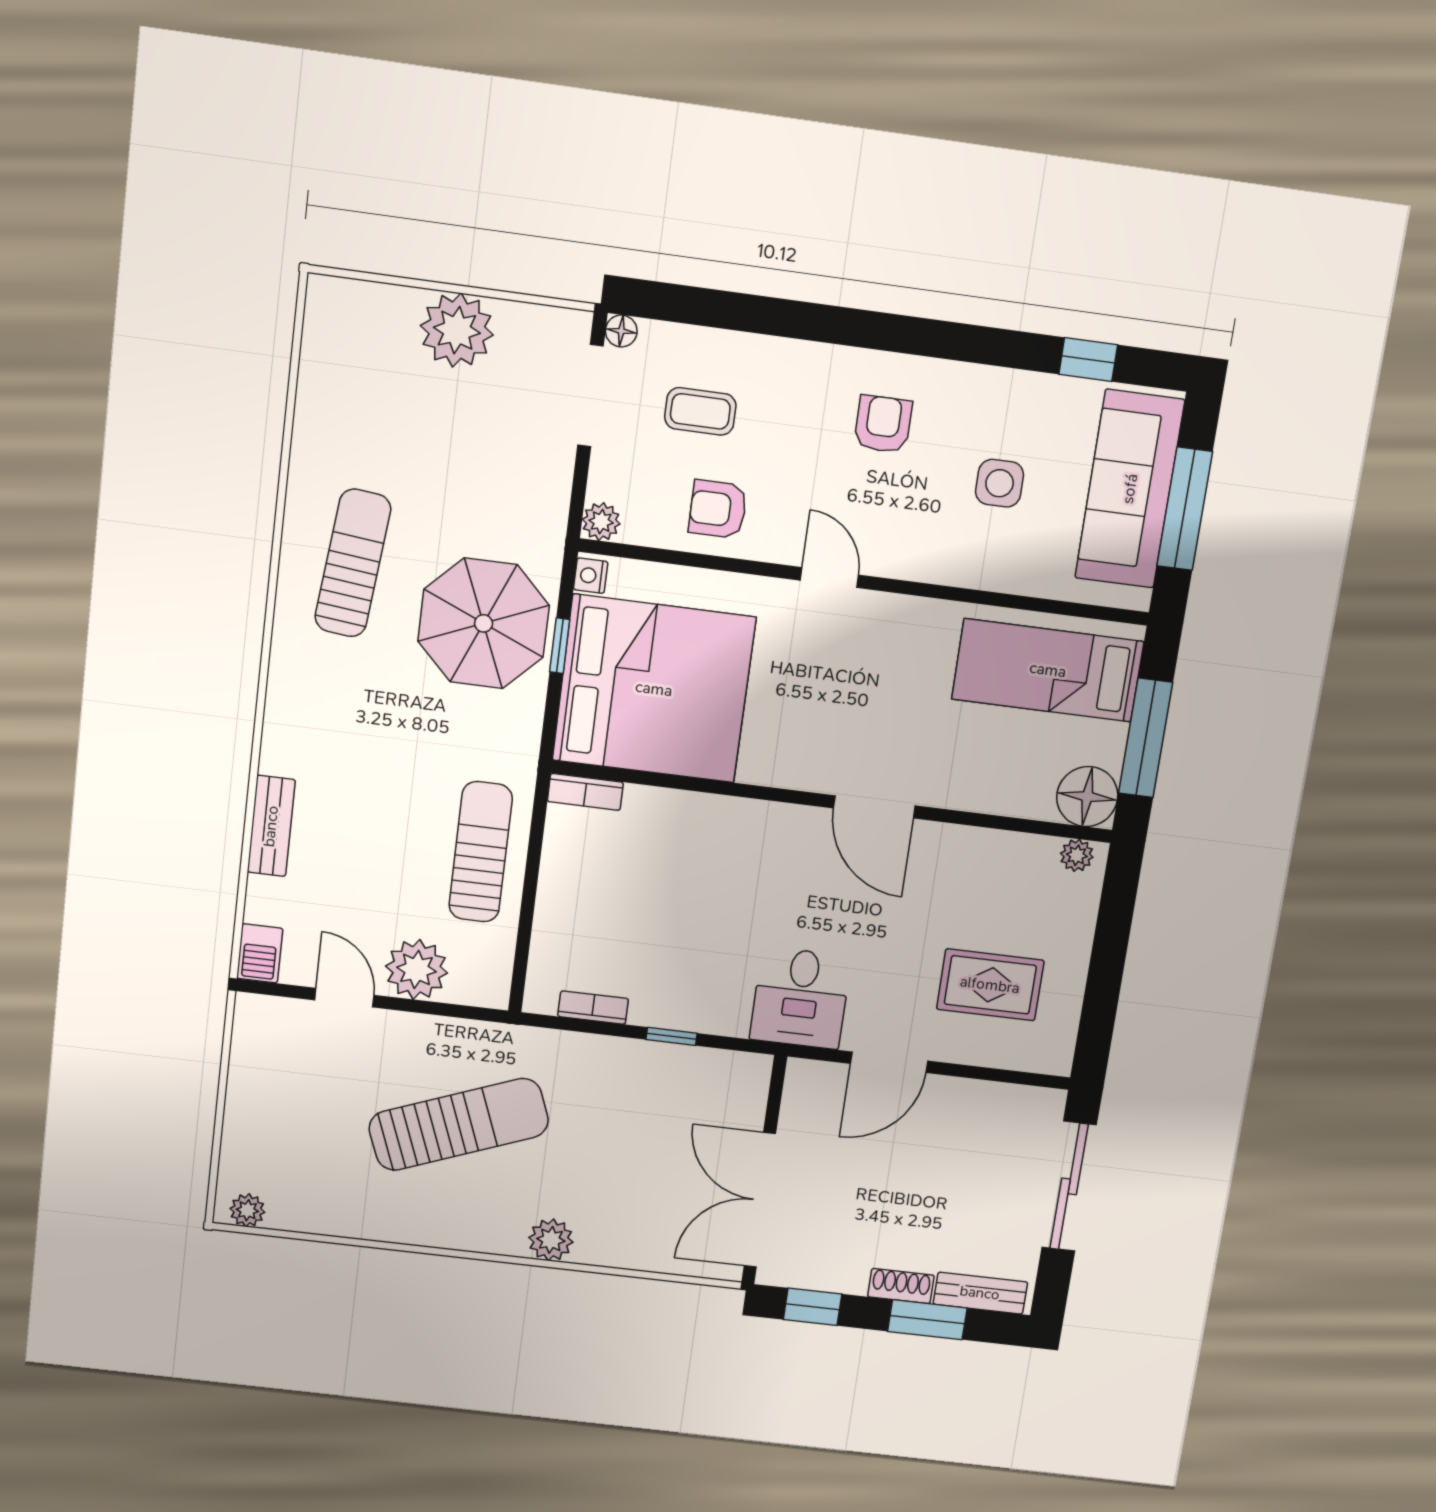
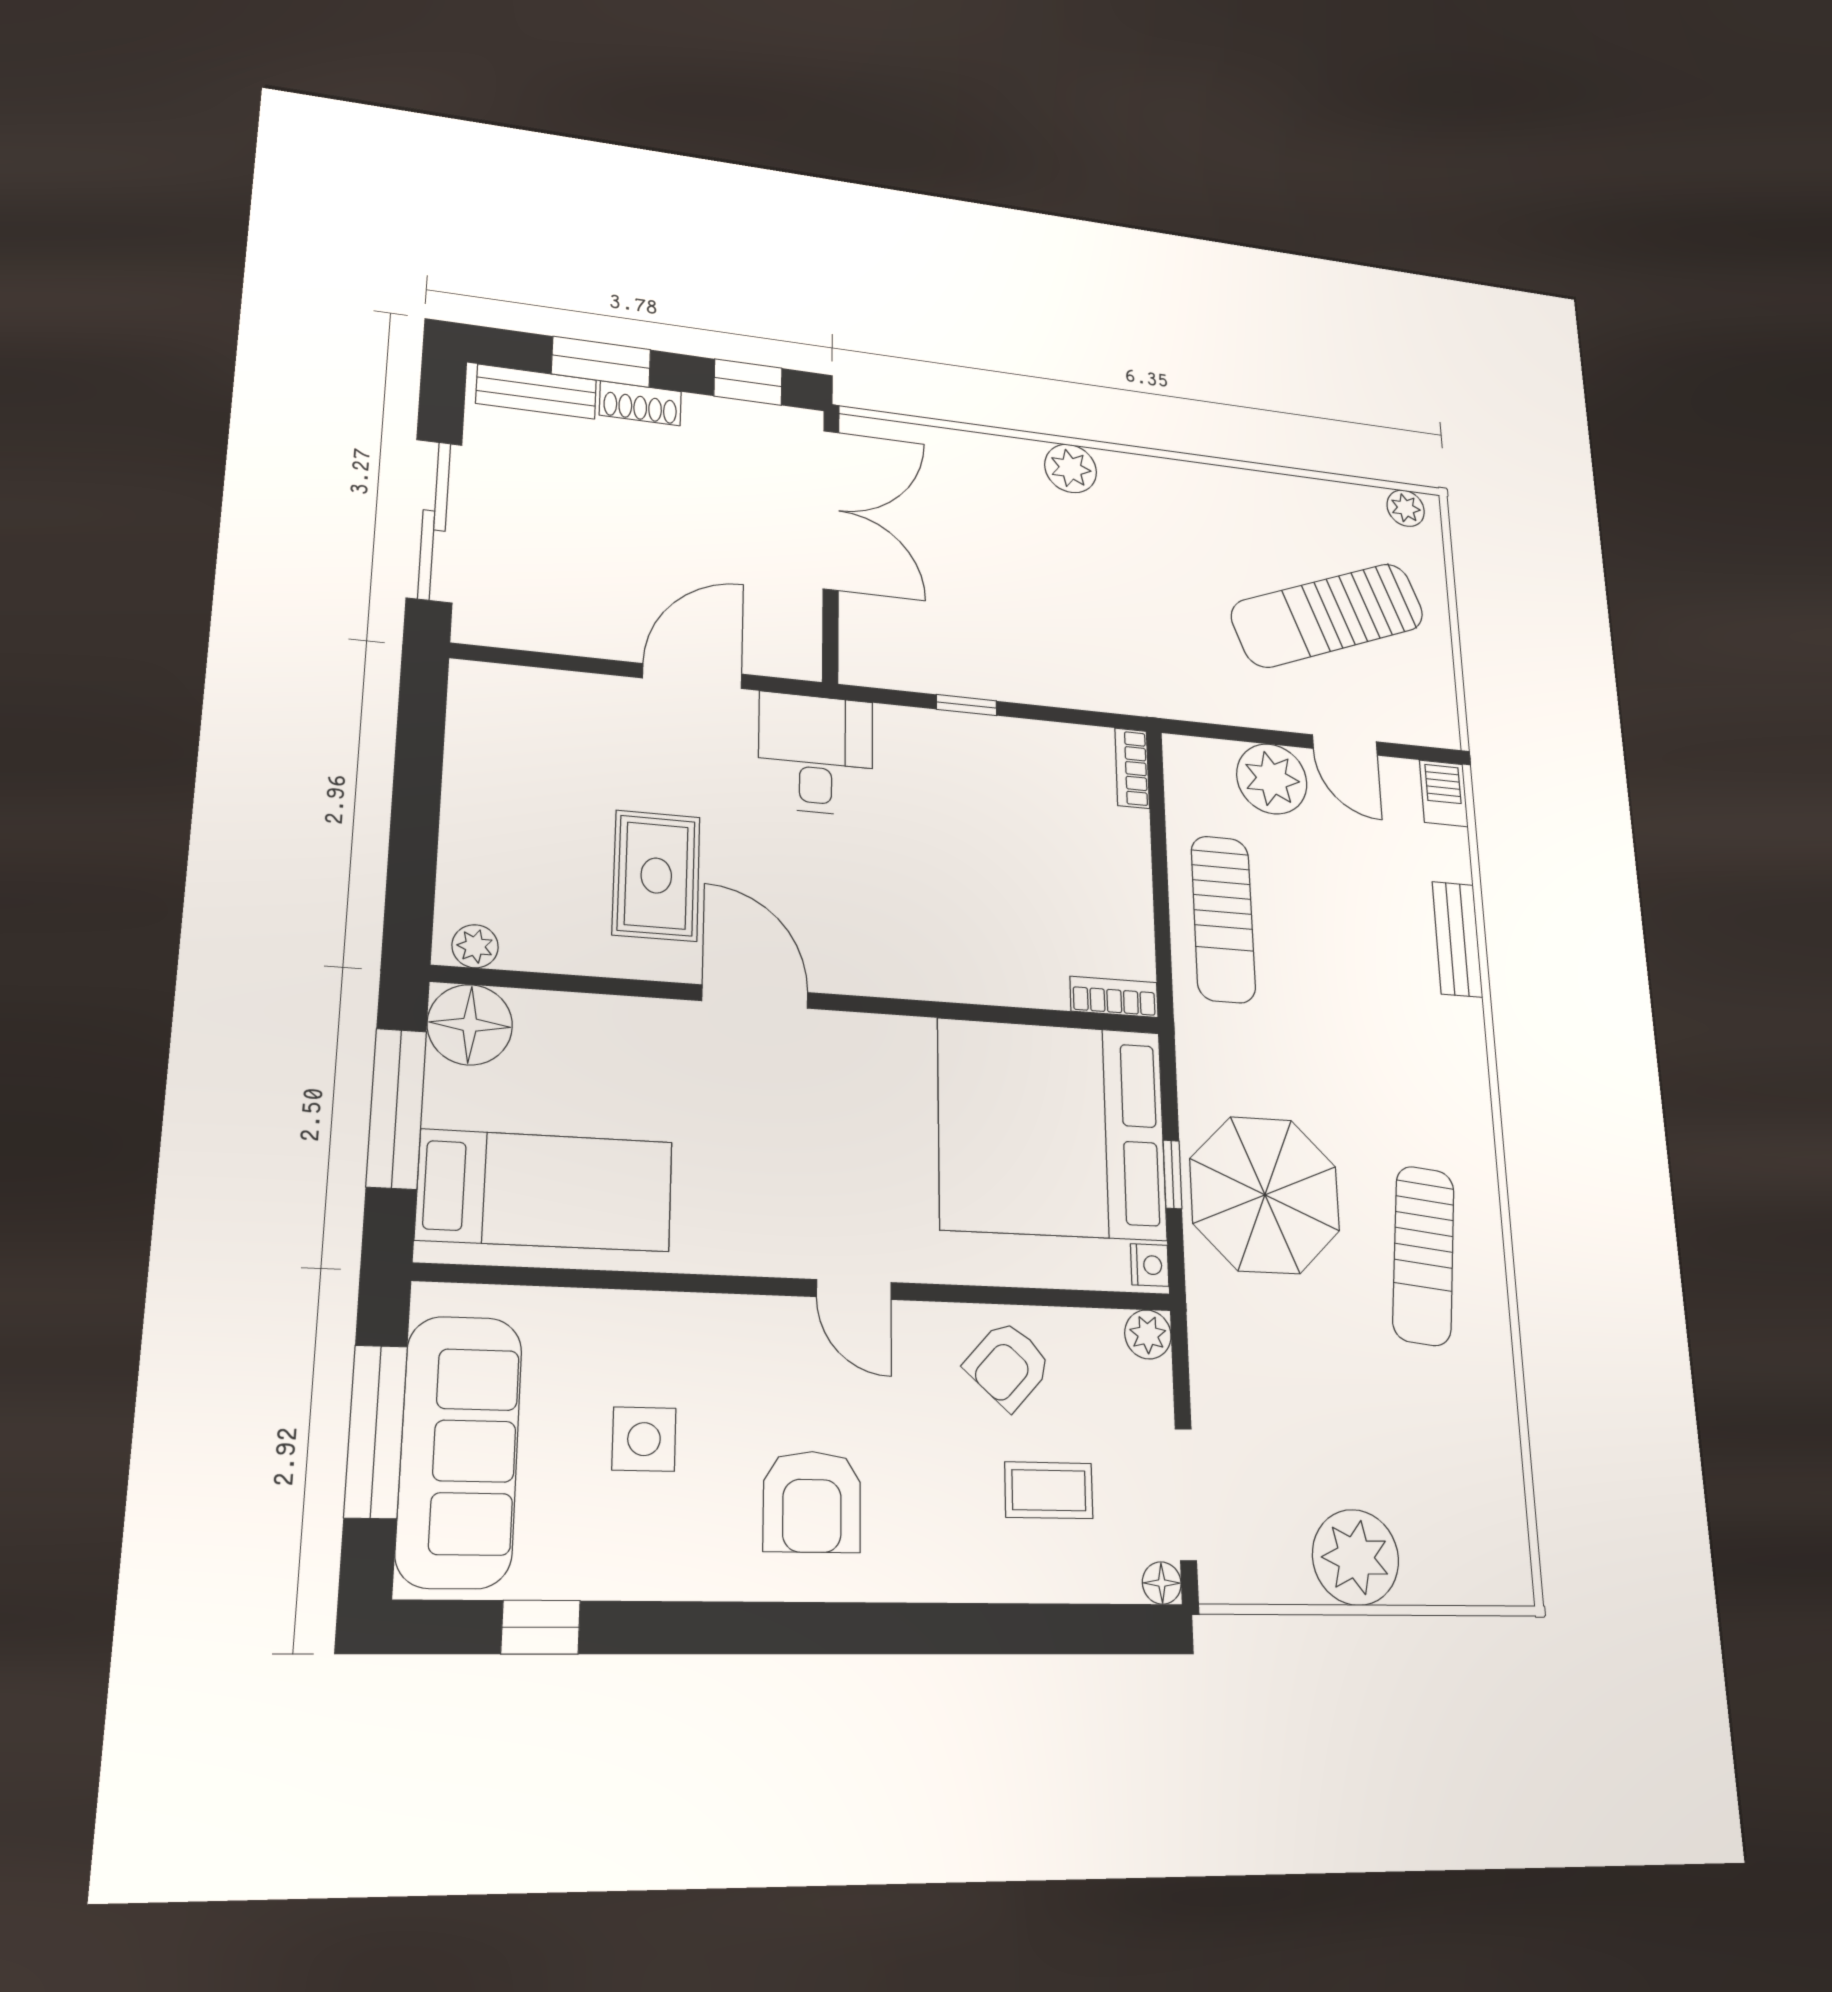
armchair: (883, 424) -> (812, 1502), width x1.38, depth x1.38
armchair: (718, 509) -> (1008, 1365), turned 132
rug: (990, 985) -> (656, 876), moved, turned 90
bookcase: (593, 1008) -> (1132, 768), moved, turned 90
sun lounger: (459, 1124) -> (1328, 615), moved

